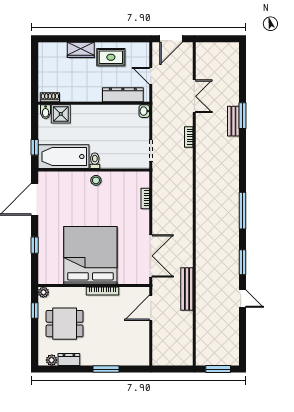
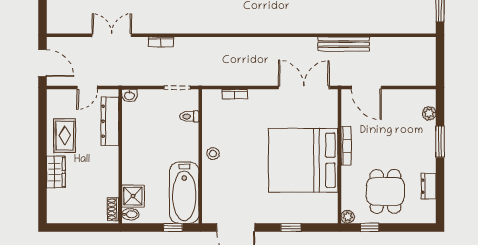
toilet: (95, 161) -> (189, 117), moved
plant: (52, 360) -> (429, 113), moved

